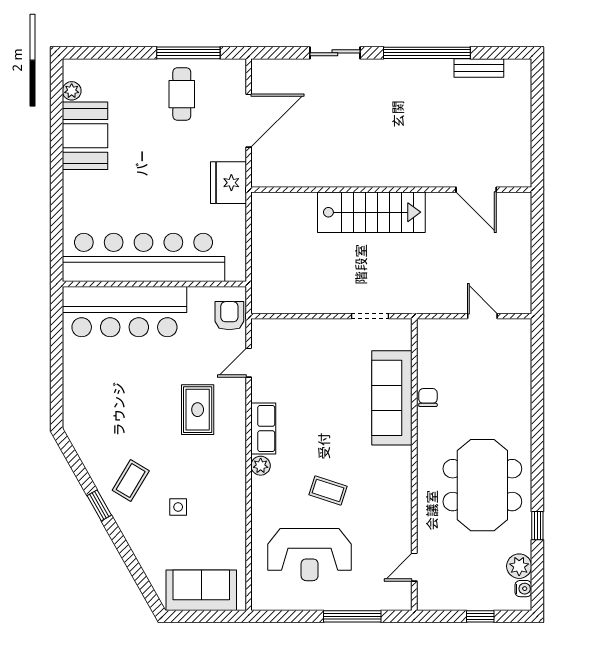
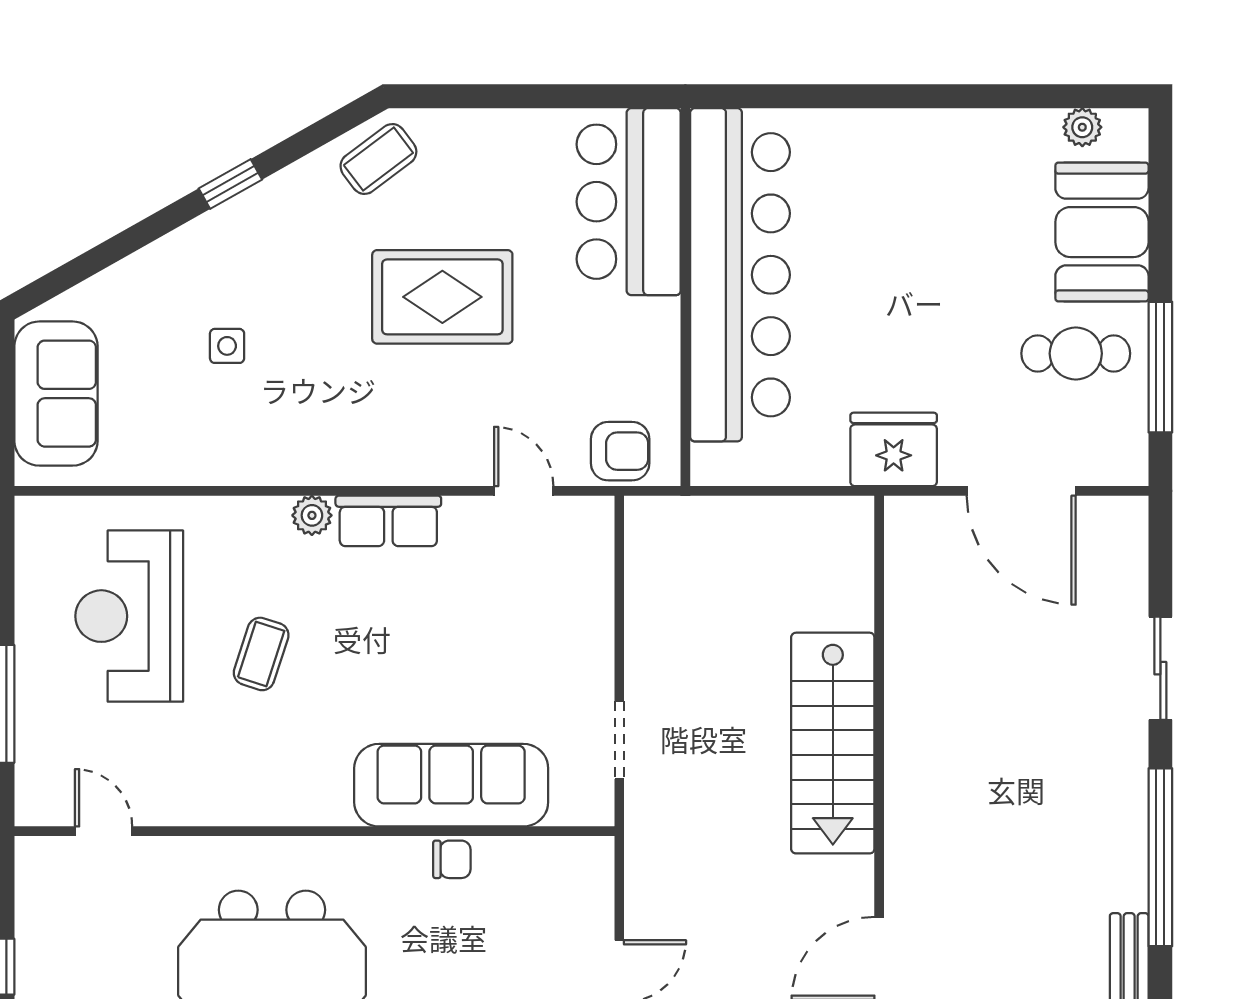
booth: (85, 136) -> (1102, 232), moved, turned 90
bar counter: (124, 312) -> (629, 202), width x0.73
rug: (198, 410) -> (442, 297), moved, width x1.36, depth x1.43
coffee table: (131, 481) -> (378, 159), moved, turned -68

